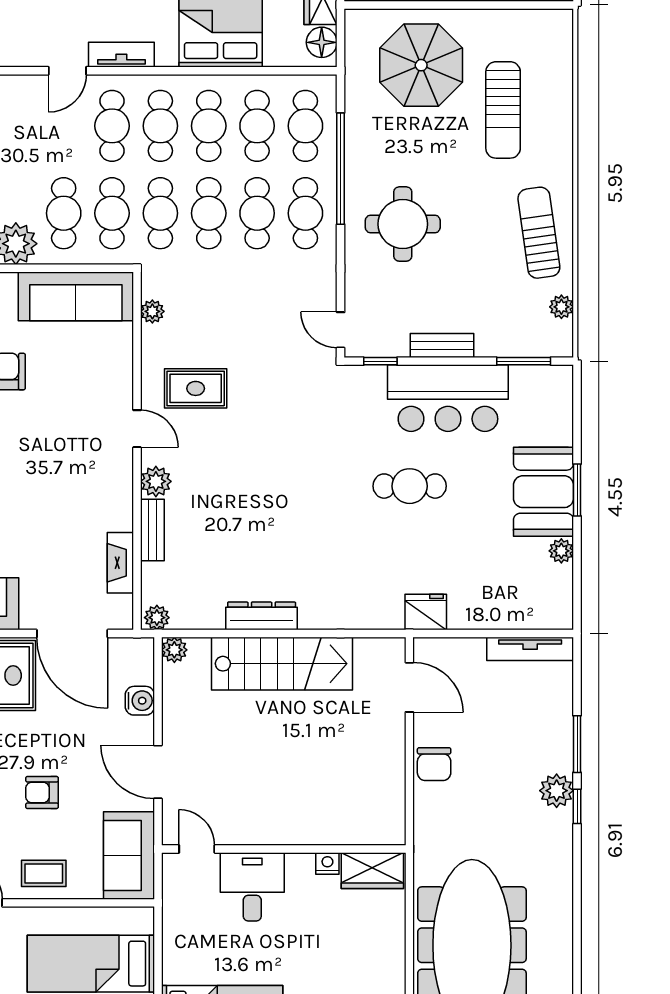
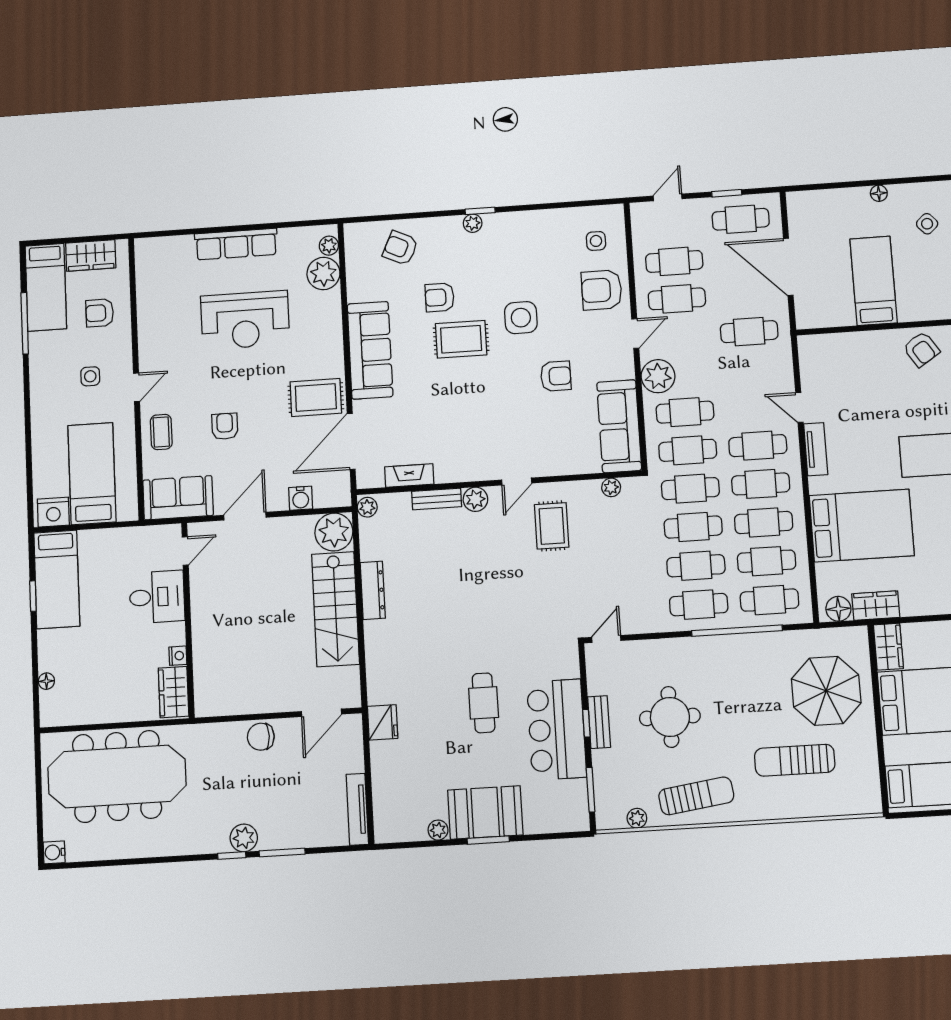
round table: (403, 224) -> (670, 717), moved
window: (380, 361) -> (586, 723), moved
plant: (174, 650) -> (334, 532), width x1.88, depth x1.88

